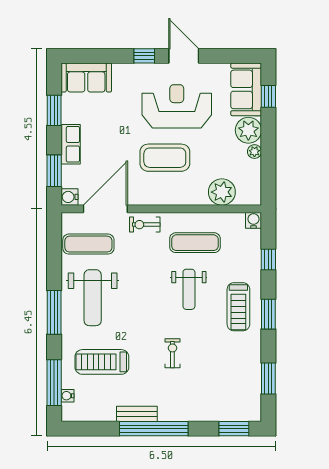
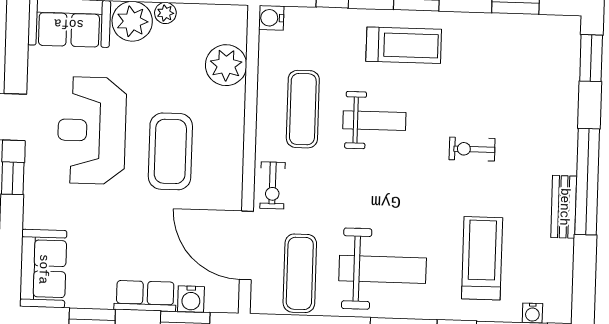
water cooler: (69, 197) -> (191, 299), moved
treadmill: (102, 362) -> (482, 258), turned 180

